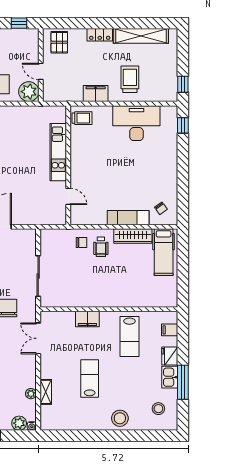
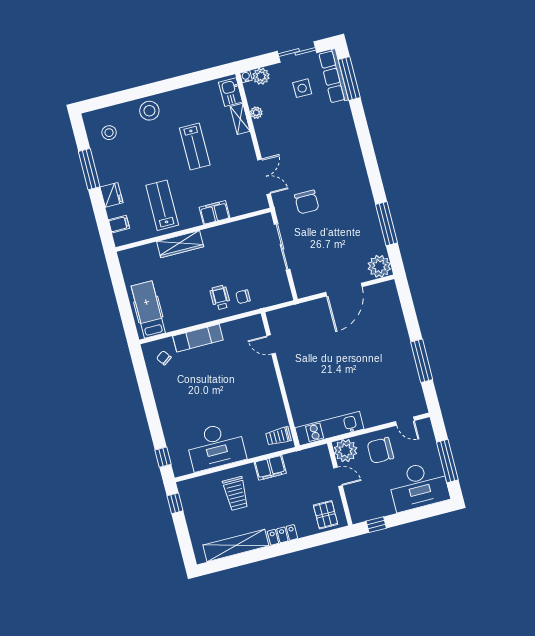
kitchen unit: (58, 152) -> (329, 428), moved, turned -90
wardrobe: (133, 236) -> (180, 244), moved, turned 180
kitchen sink: (170, 377) -> (231, 92), moved, turned 180

